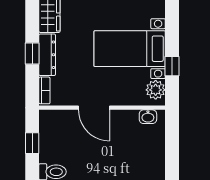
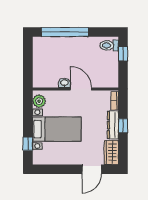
window: (172, 66) -> (28, 144), moved
washbasin: (148, 117) -> (64, 83), moved
window: (32, 143) -> (123, 54), moved

